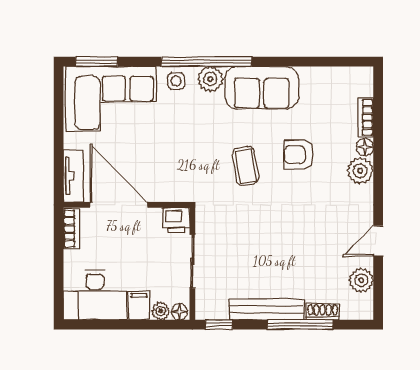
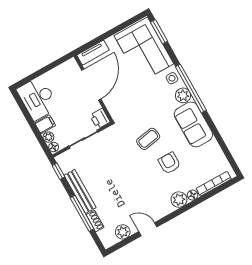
bookcase: (366, 117) -> (214, 184), width x1.56
bookcase: (71, 229) -> (65, 67), removed

